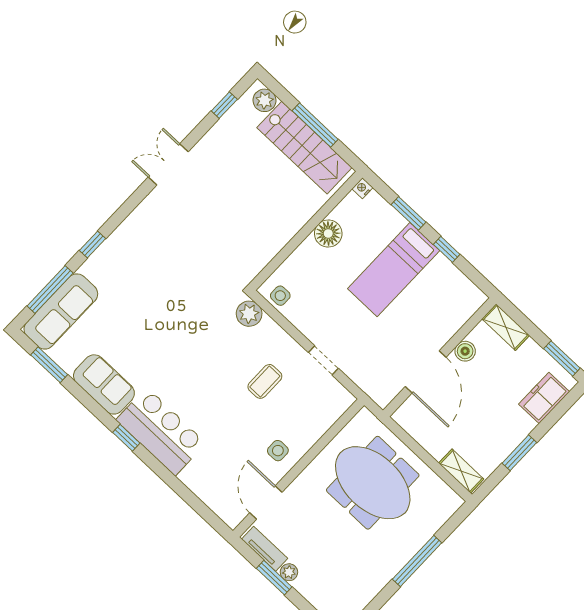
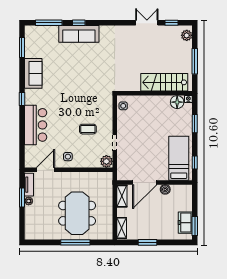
stairs: (304, 148) -> (164, 82), moved, turned 90
double door: (168, 164) -> (147, 23), moved
floor lamp: (328, 233) -> (177, 102), moved
window: (447, 249) -> (195, 162), moved
bed: (394, 270) -> (179, 158), moved, turned 90
sofa: (61, 311) -> (79, 34), moved
plant: (249, 314) -> (106, 161), moved
shelving: (506, 327) -> (122, 196), moved
freezer: (544, 398) -> (185, 223), moved, turned -90
bar counter: (161, 432) -> (36, 125), moved
meeting table: (373, 483) -> (77, 213), moved

